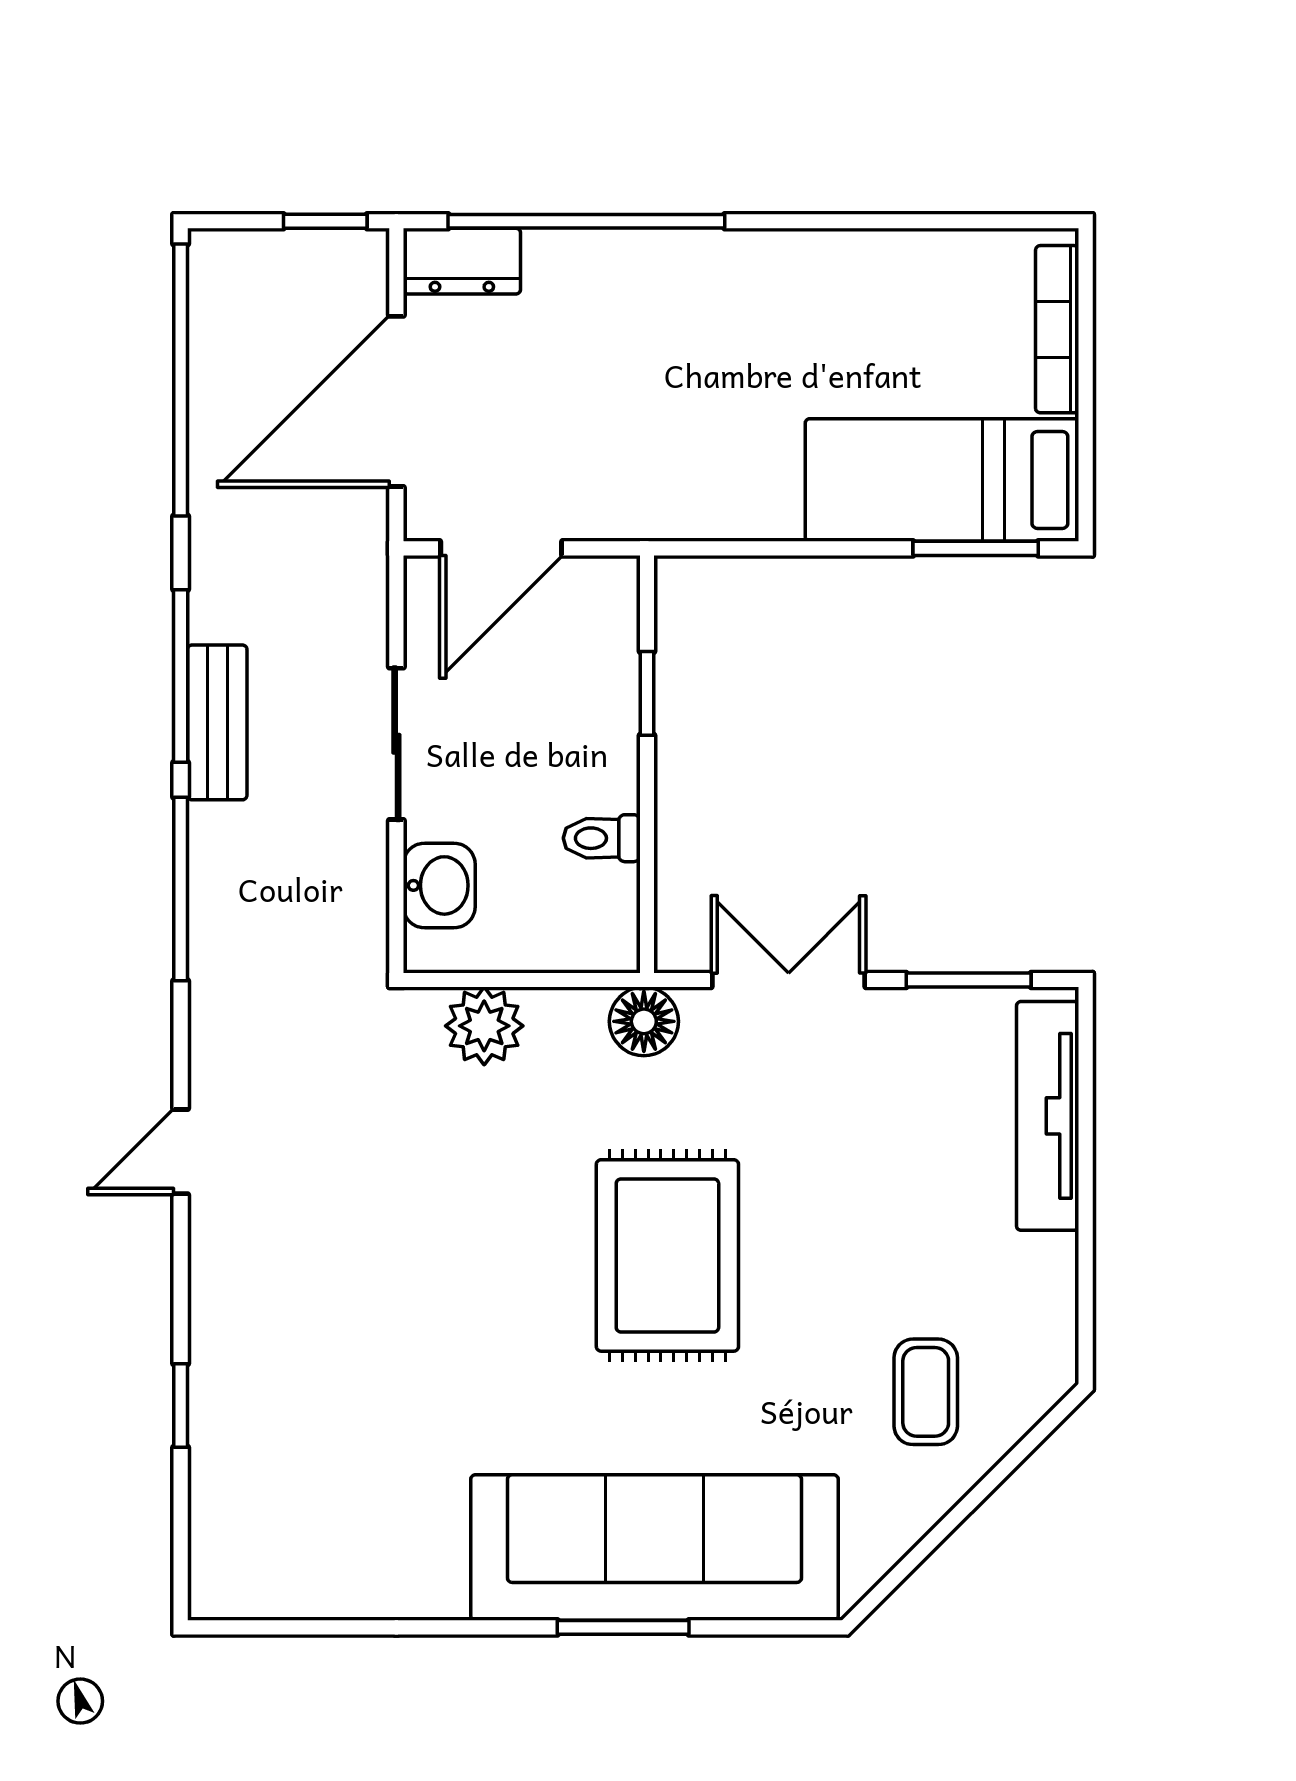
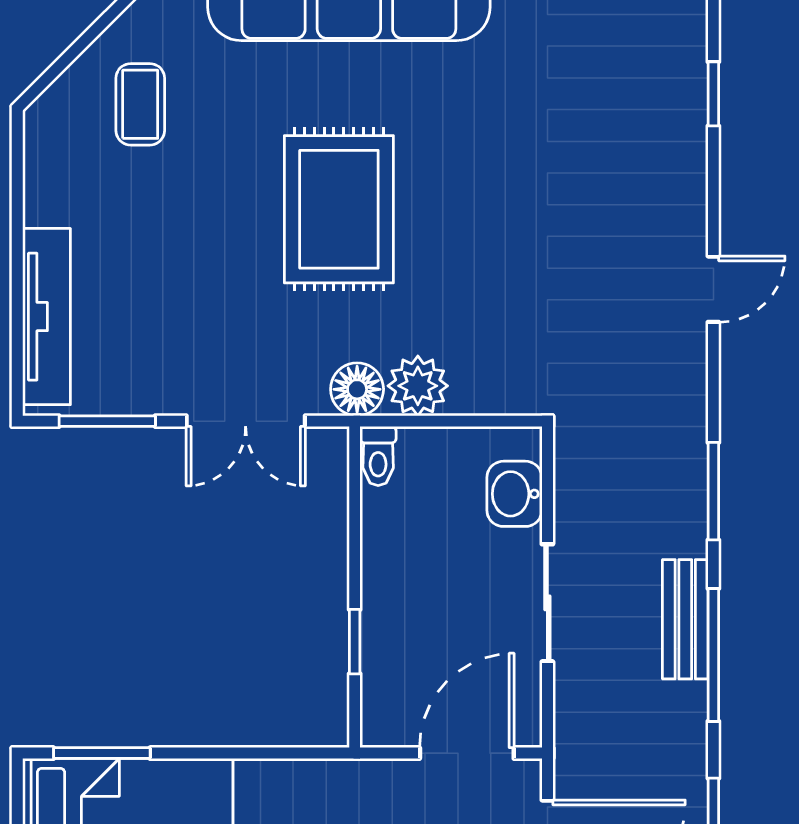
toilet: (602, 838) -> (378, 456), moved, turned 90
window: (181, 889) -> (713, 491), width x0.69
plant: (484, 1026) -> (418, 386), moved

